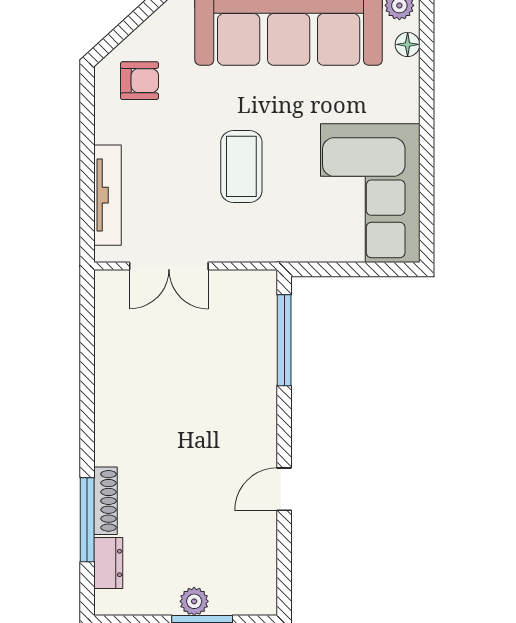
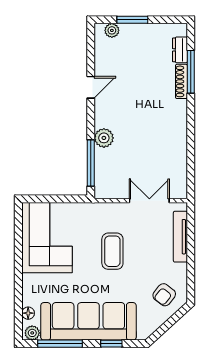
armchair: (139, 81) -> (164, 295), turned -52
plant: (258, 390) -> (104, 138), added
plant: (194, 601) -> (112, 30), moved

